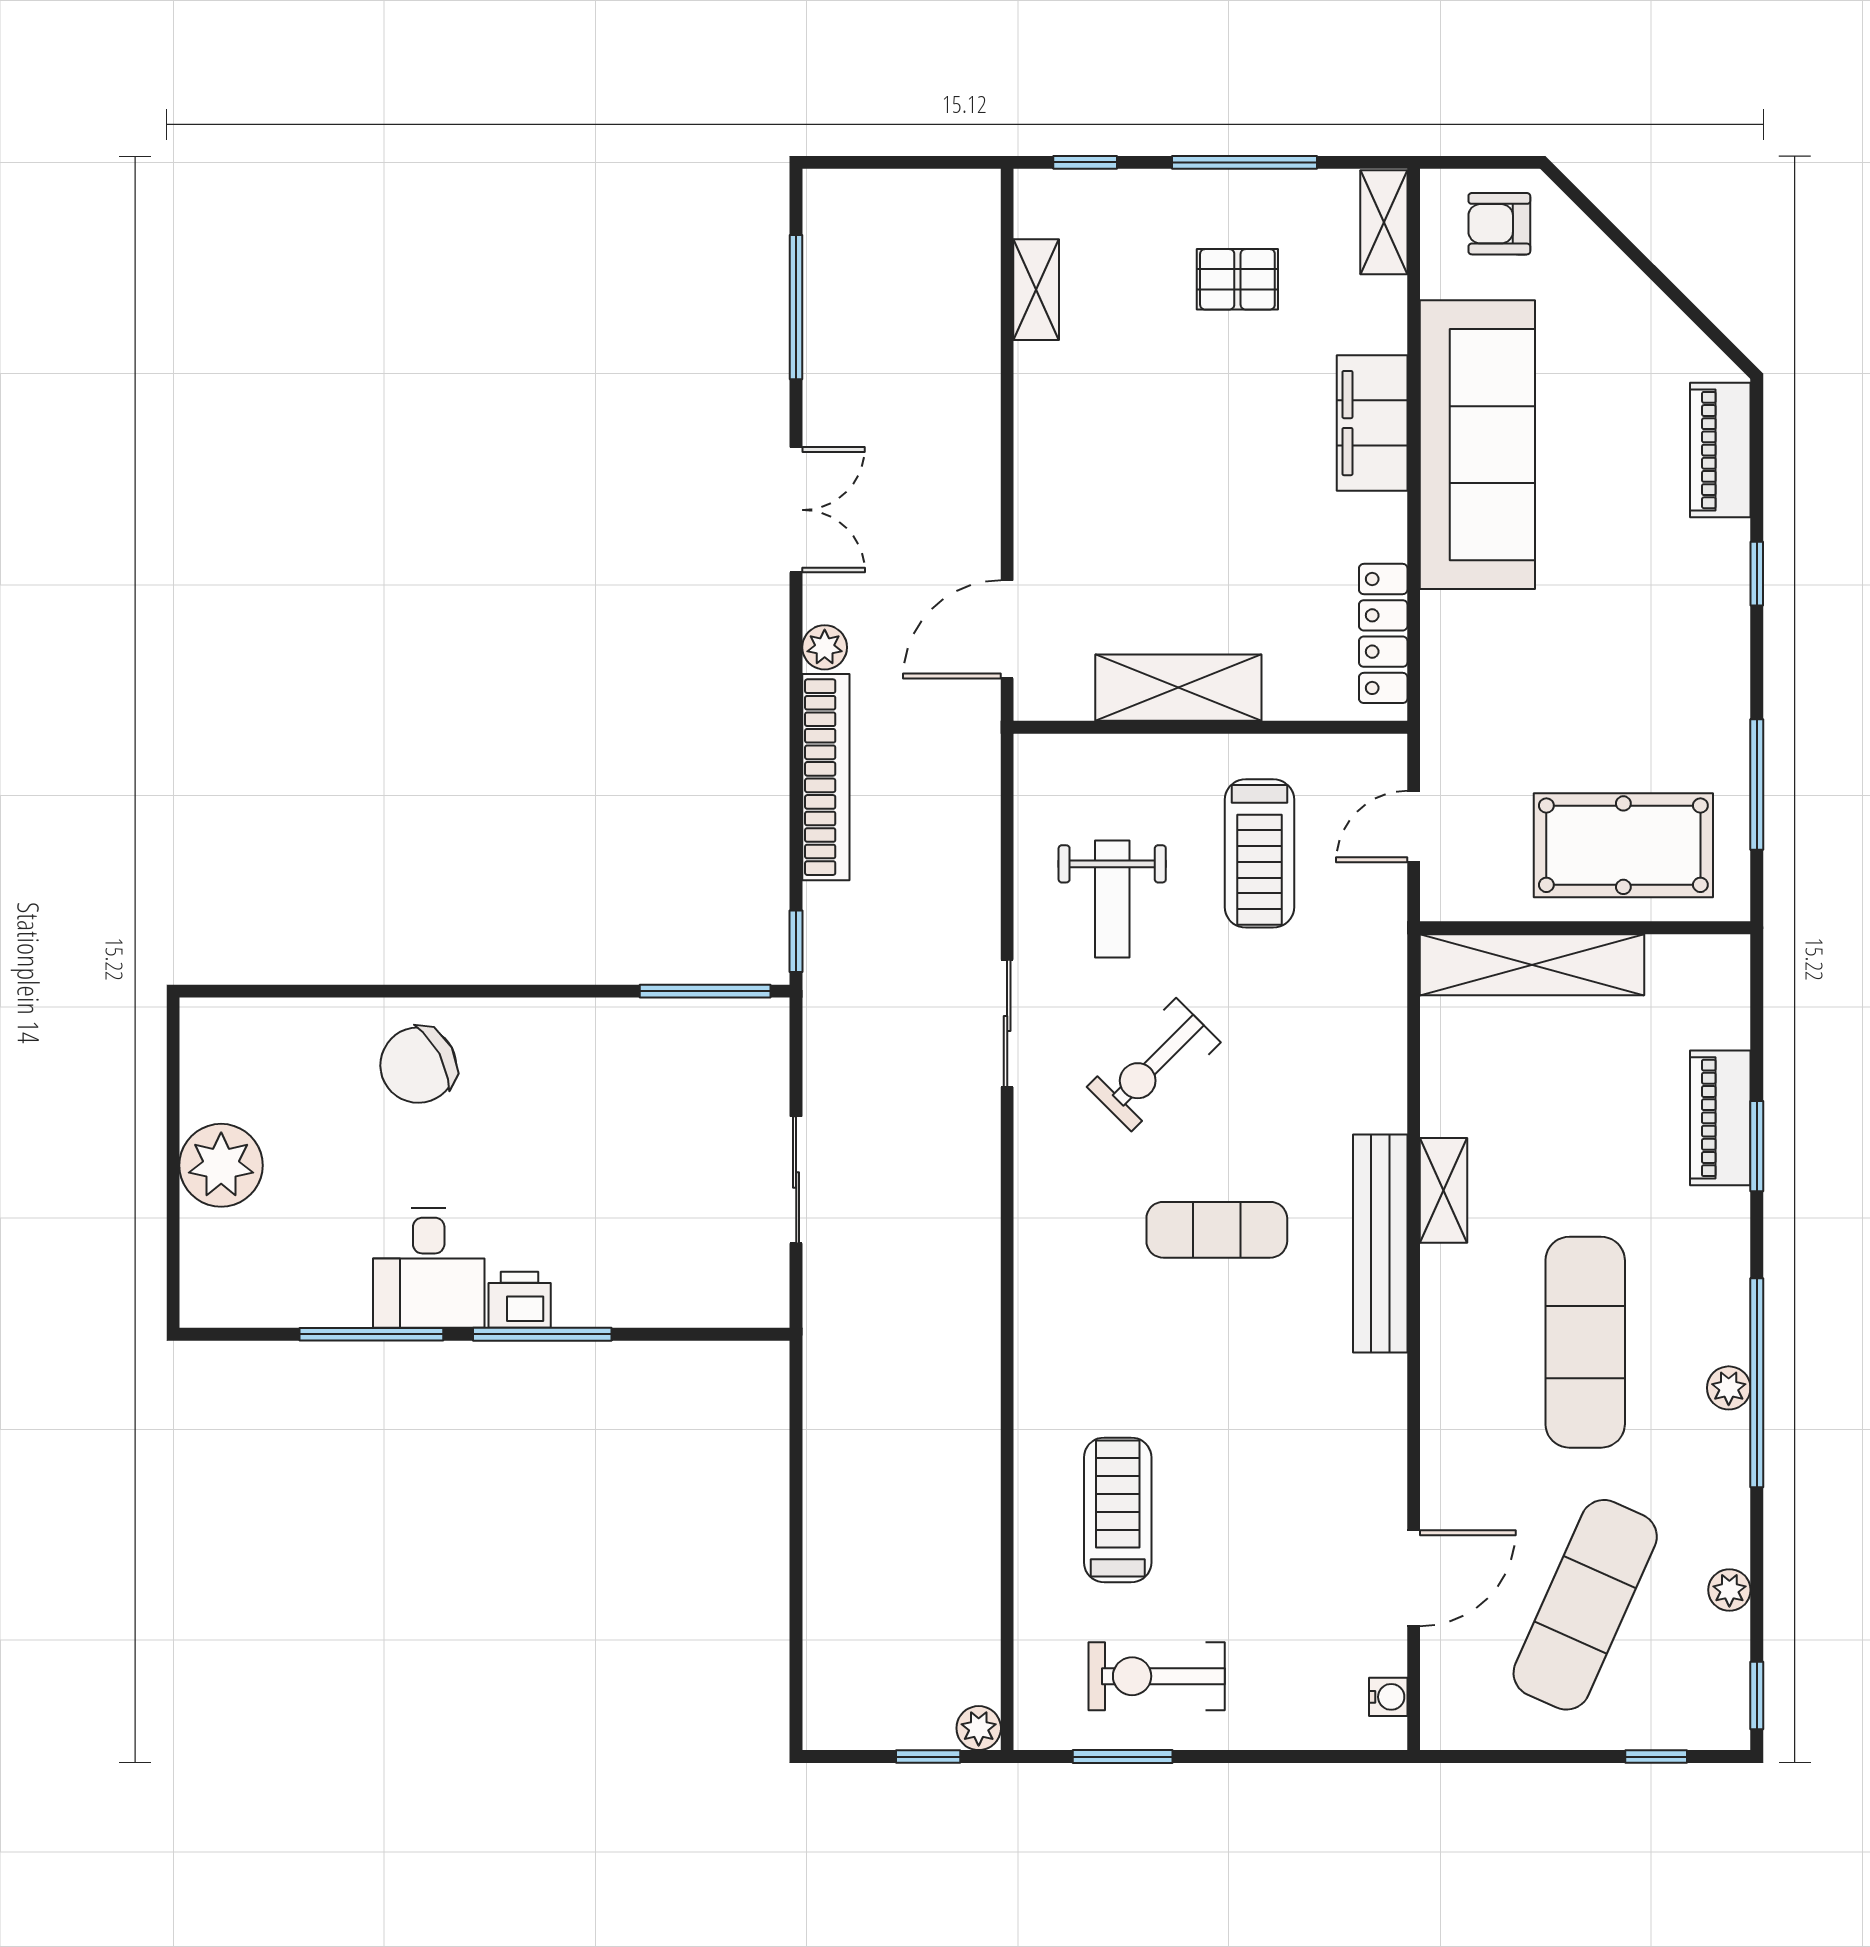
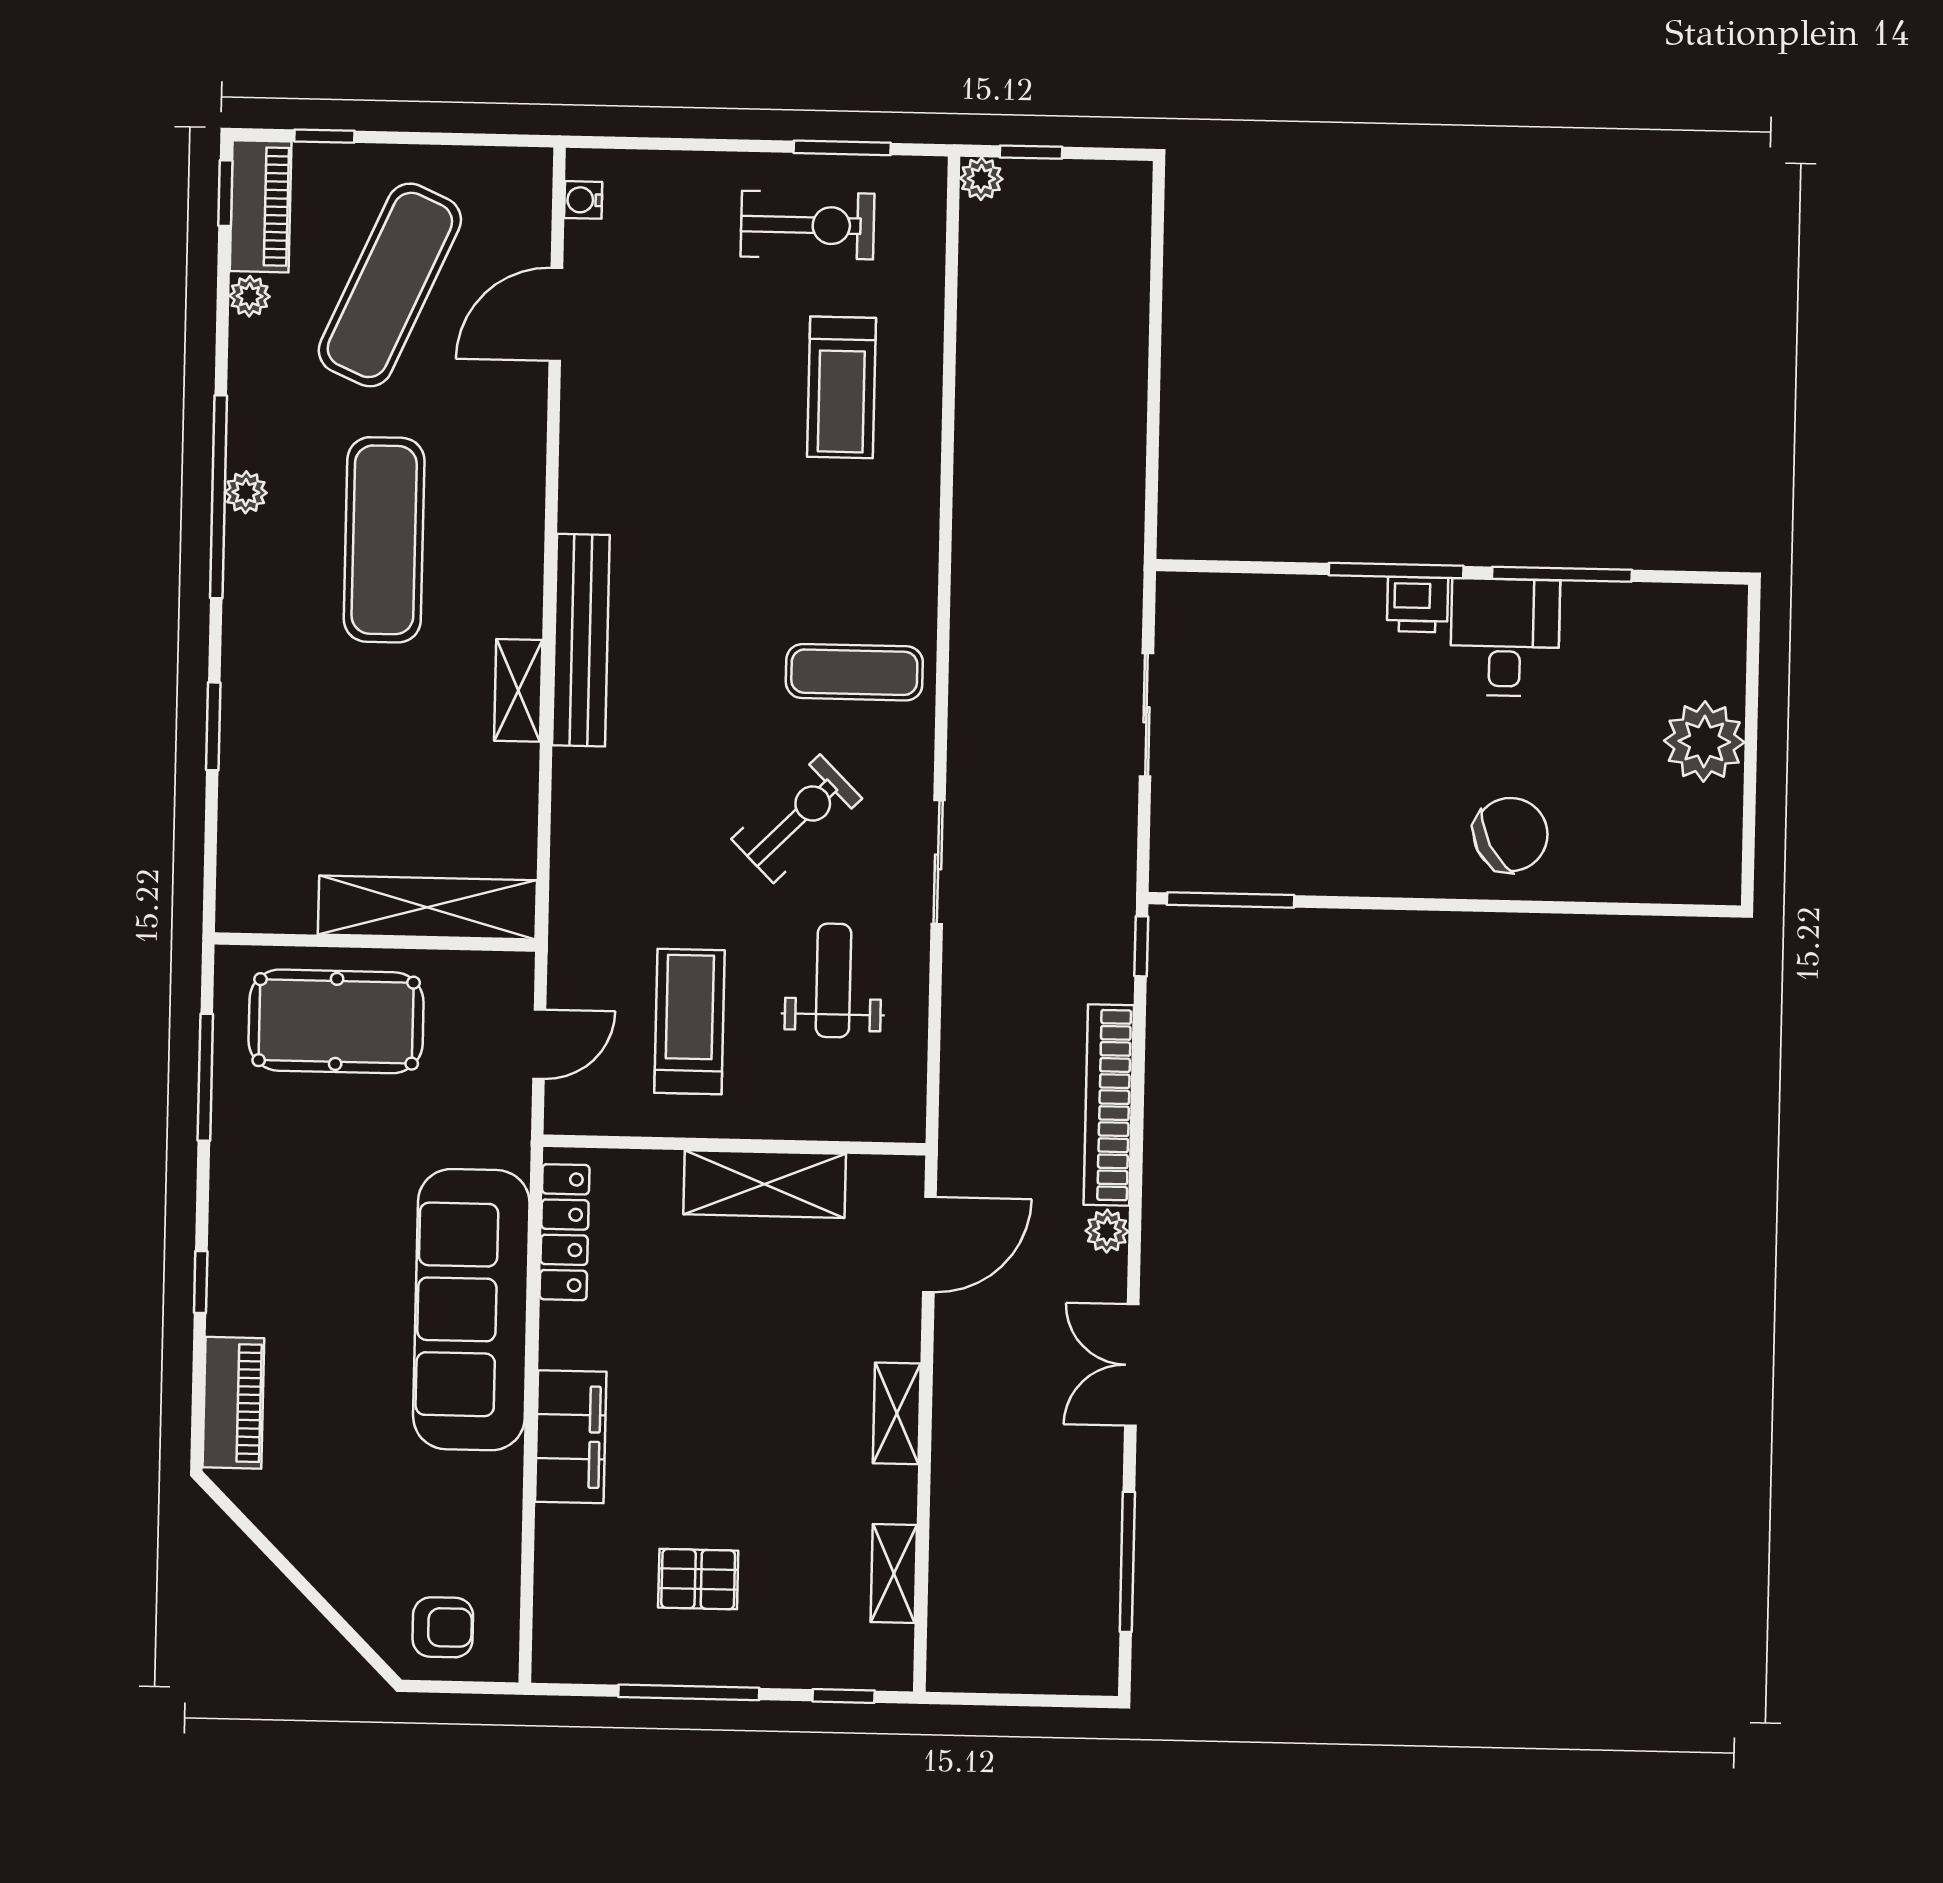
shelving: (1384, 222) -> (897, 1413), moved
sofa: (1477, 445) -> (471, 1310), moved
piano: (1720, 1118) -> (261, 206), moved
exercise mat: (1217, 1230) -> (854, 672), moved

